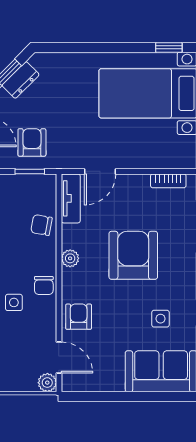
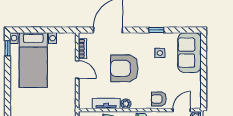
door: (100, 171) -> (77, 69), moved
tv unit: (71, 198) -> (106, 103), moved

